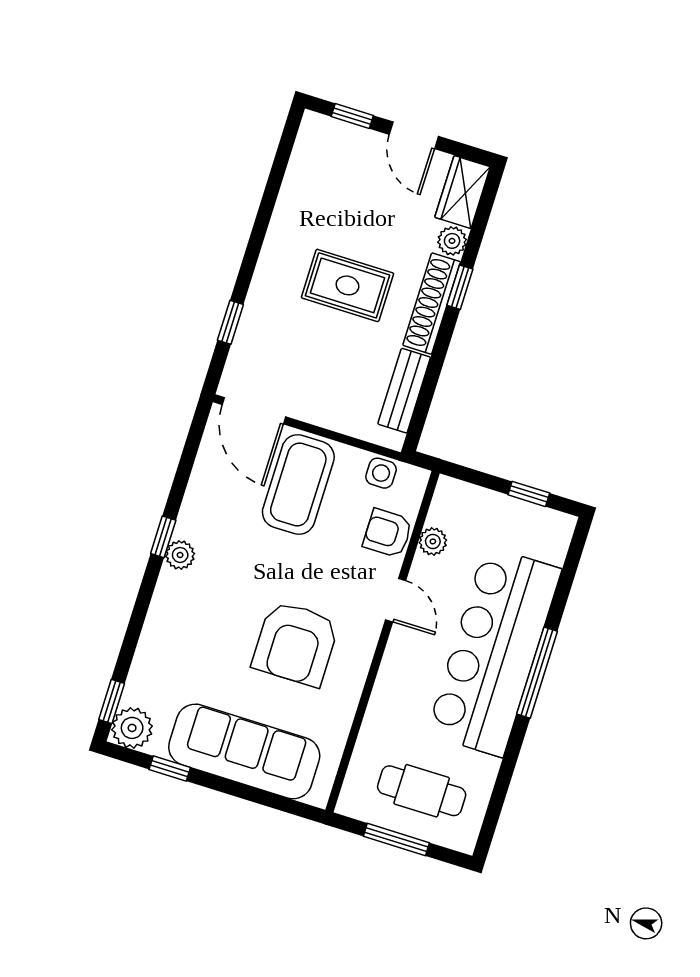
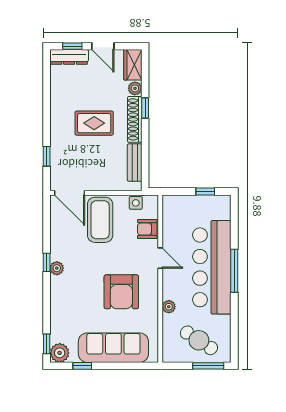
dresser: (339, 136) -> (69, 57), added
plant: (433, 541) -> (169, 307), moved
cafe table: (422, 791) -> (199, 340), turned 33
window: (396, 840) -> (208, 366), moved

